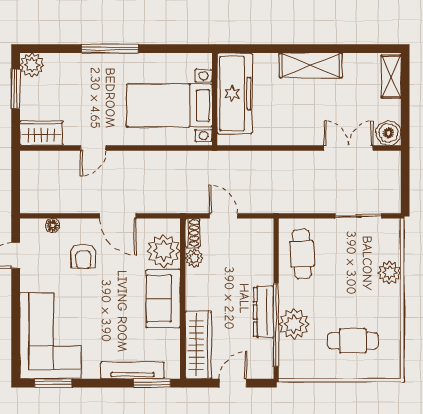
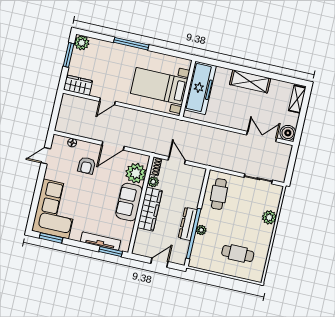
door: (118, 216) -> (113, 146), hinge flipped
plant: (294, 324) -> (201, 230), width x0.53, depth x0.53
wardrobe: (198, 345) -> (150, 209), moved

